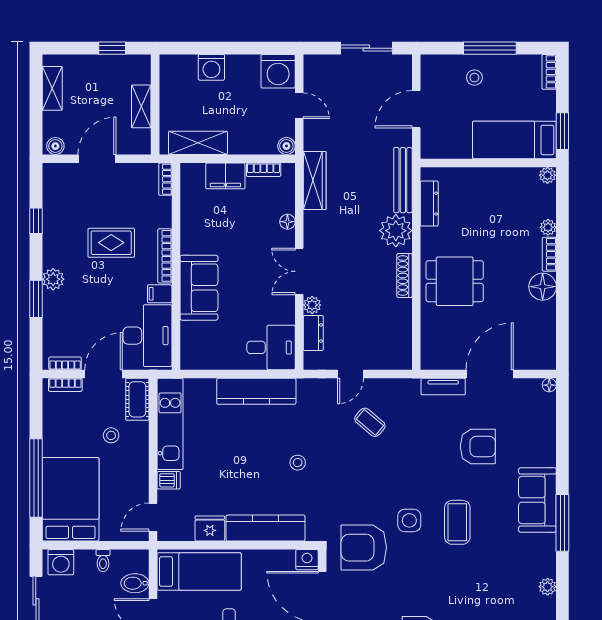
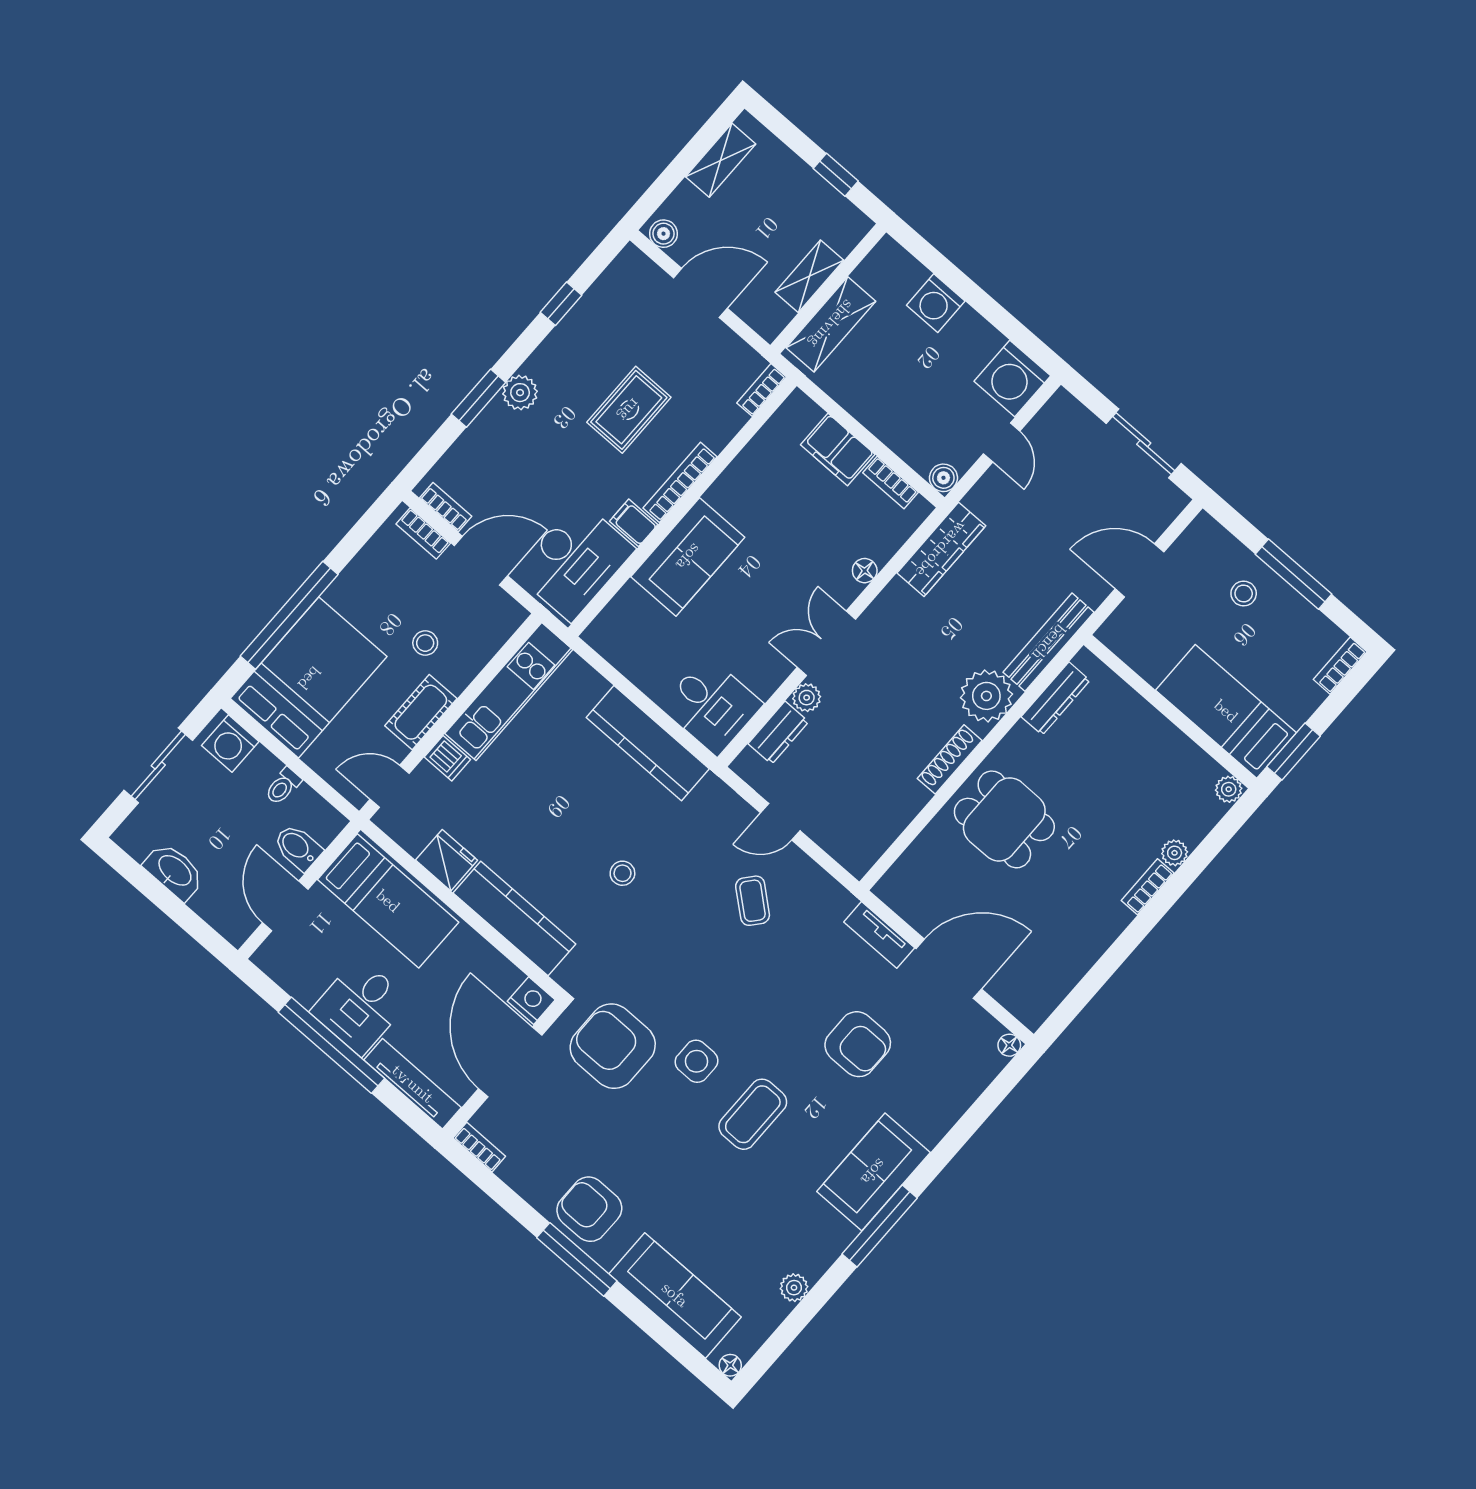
shelving: (198, 143) -> (831, 324), moved, turned 90
rug: (111, 243) -> (629, 410), turned 90
floor lamp: (543, 287) -> (1105, 919), removed
cot: (137, 399) -> (421, 712), moved

